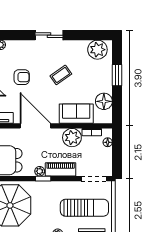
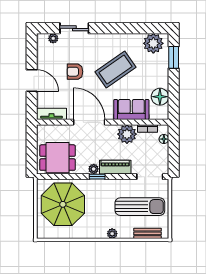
sliding door: (49, 35) -> (74, 28), moved
coffee table: (61, 75) -> (116, 69), width x1.86, depth x1.72
window: (117, 75) -> (174, 57), moved
armchair: (22, 77) -> (75, 72), turned 180

